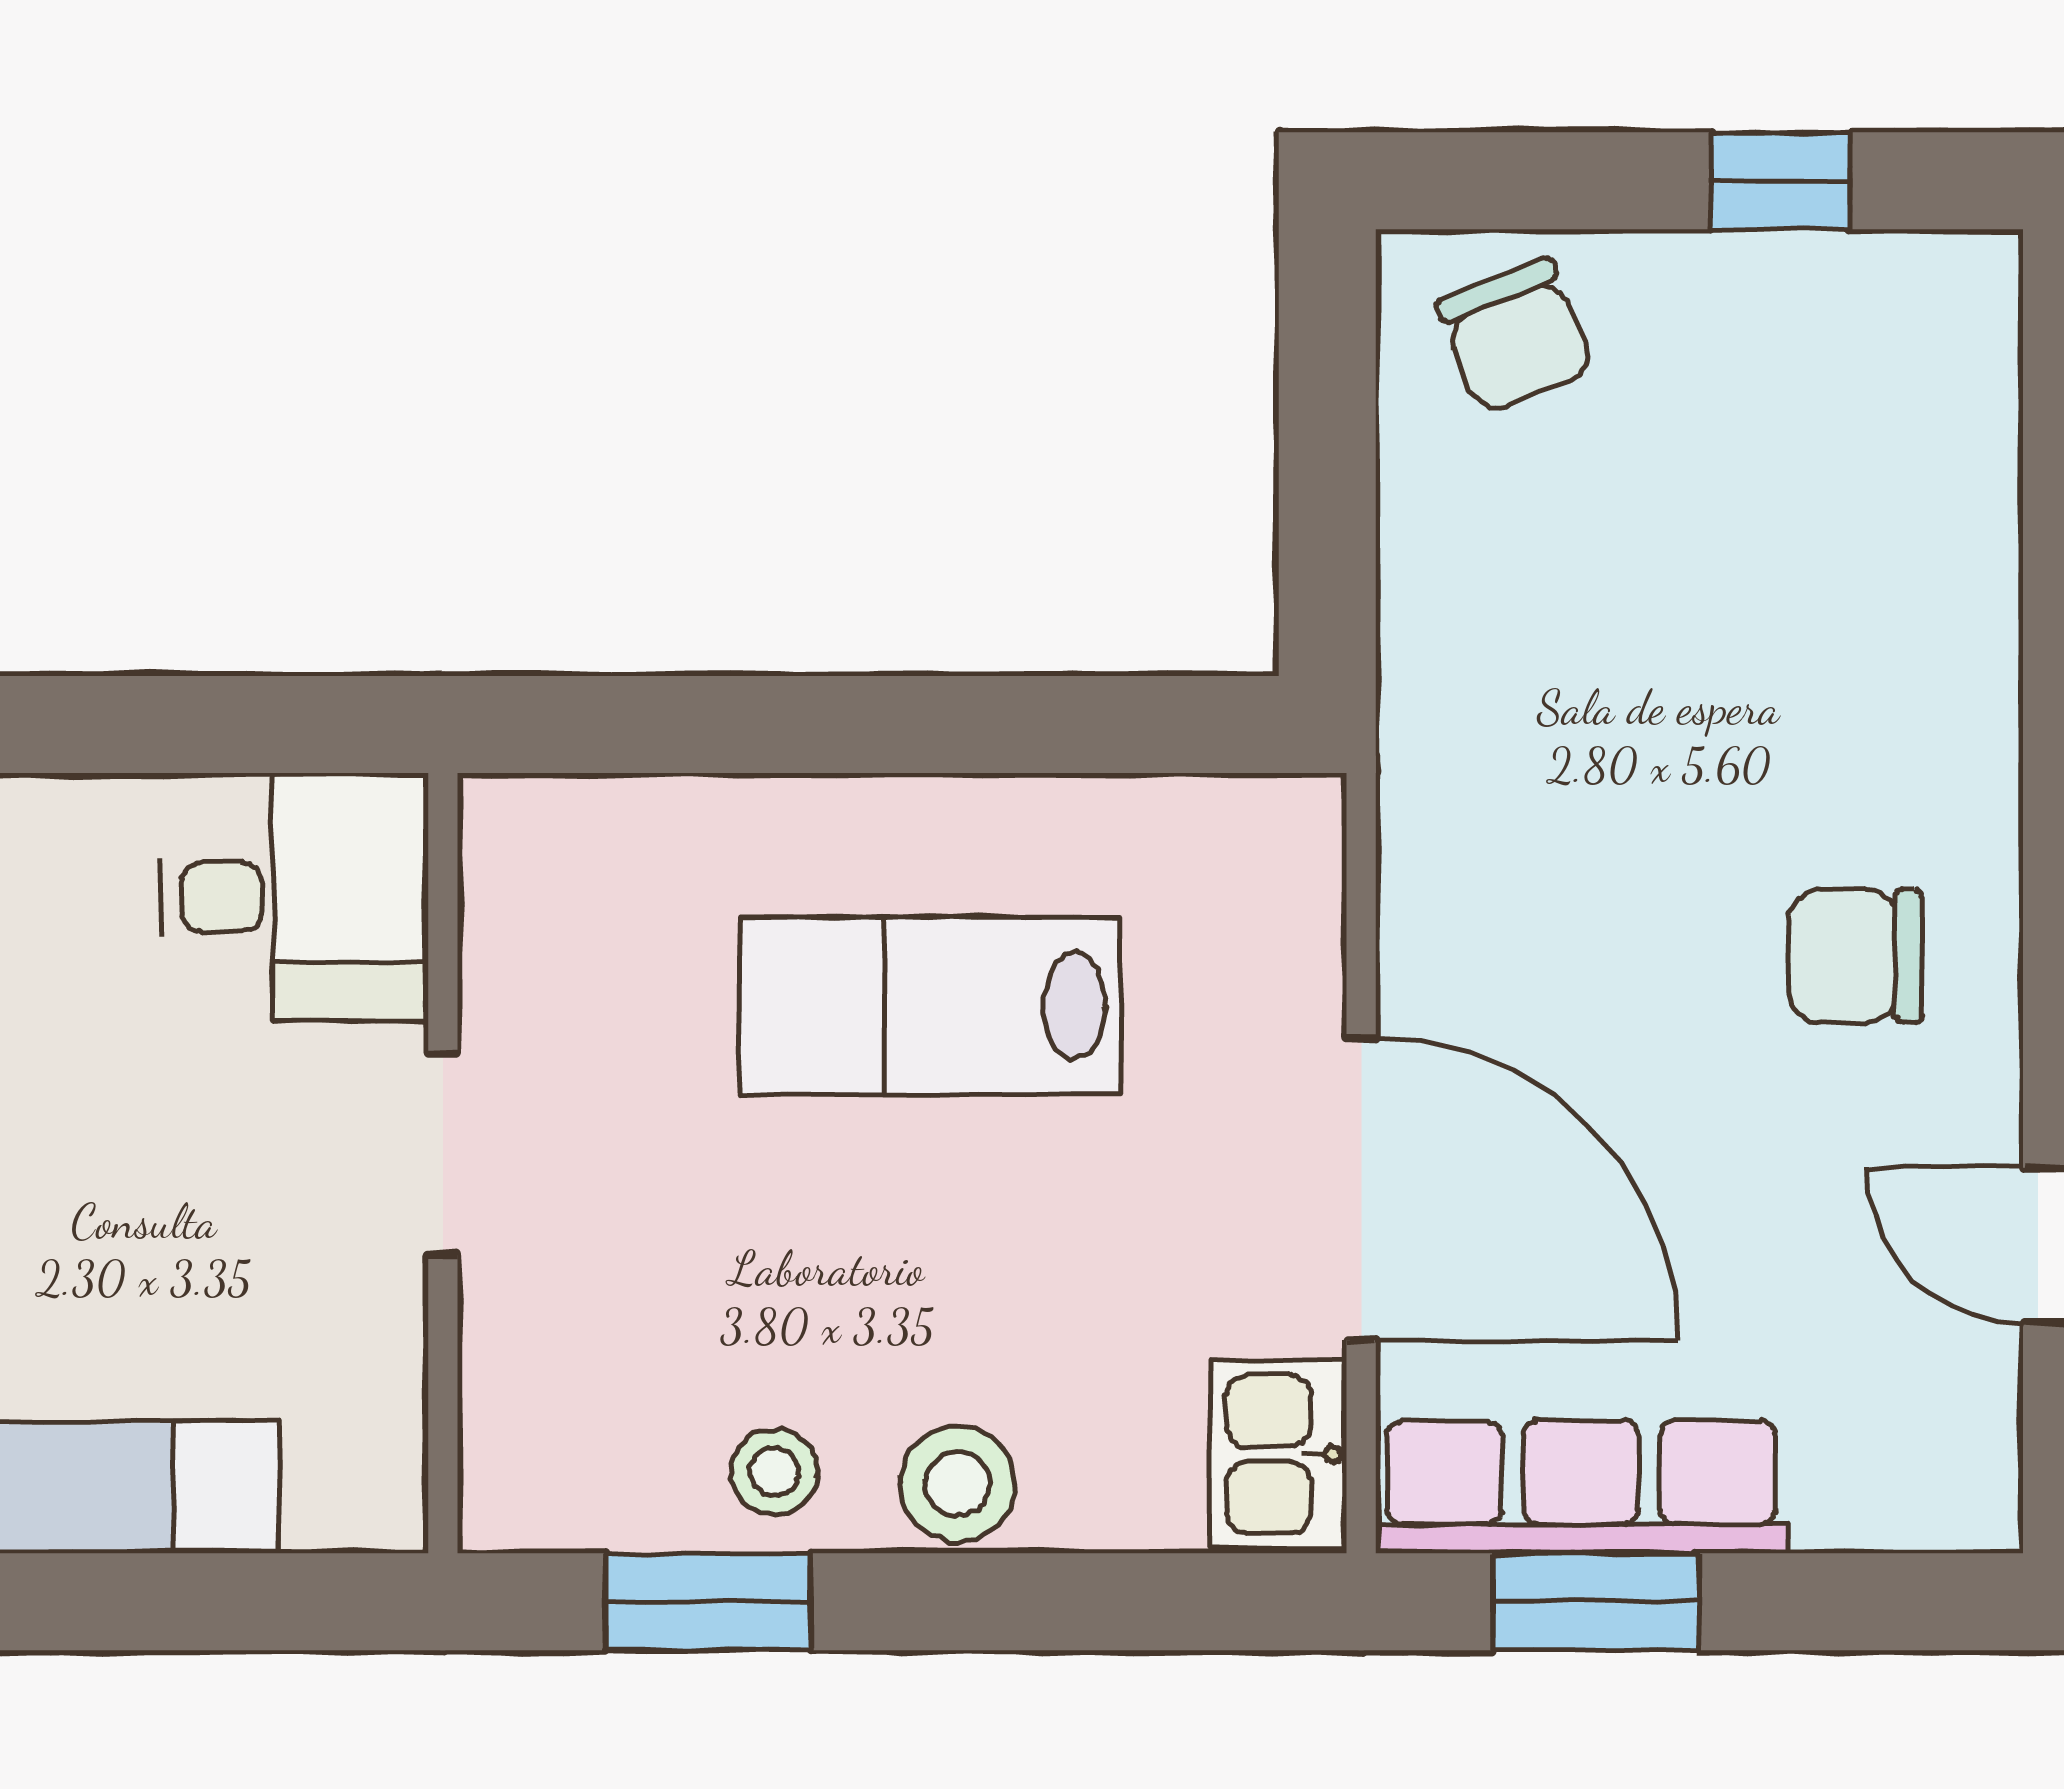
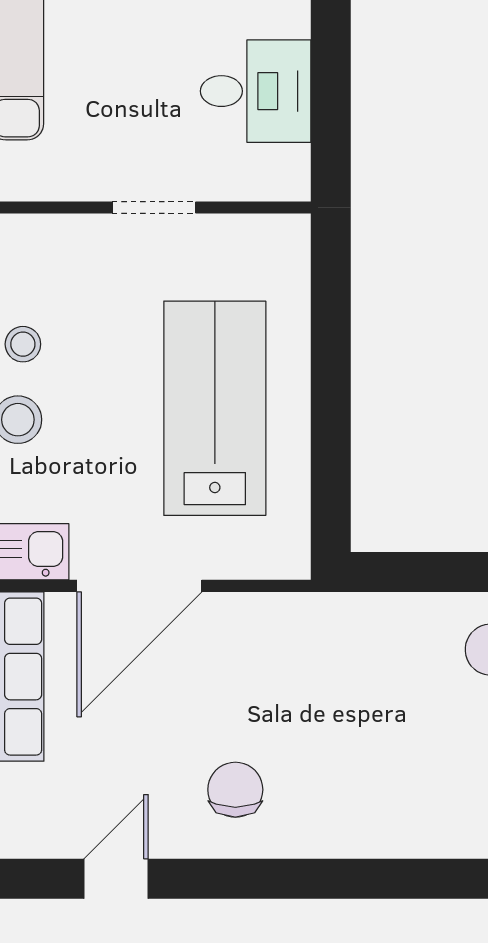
desk: (294, 897) -> (256, 91), moved, turned -90
lab bench: (930, 1006) -> (215, 408), width x1.36, depth x1.39

